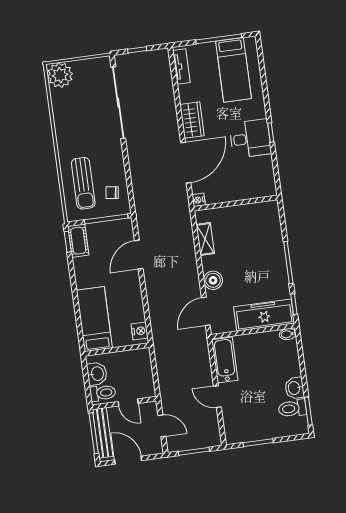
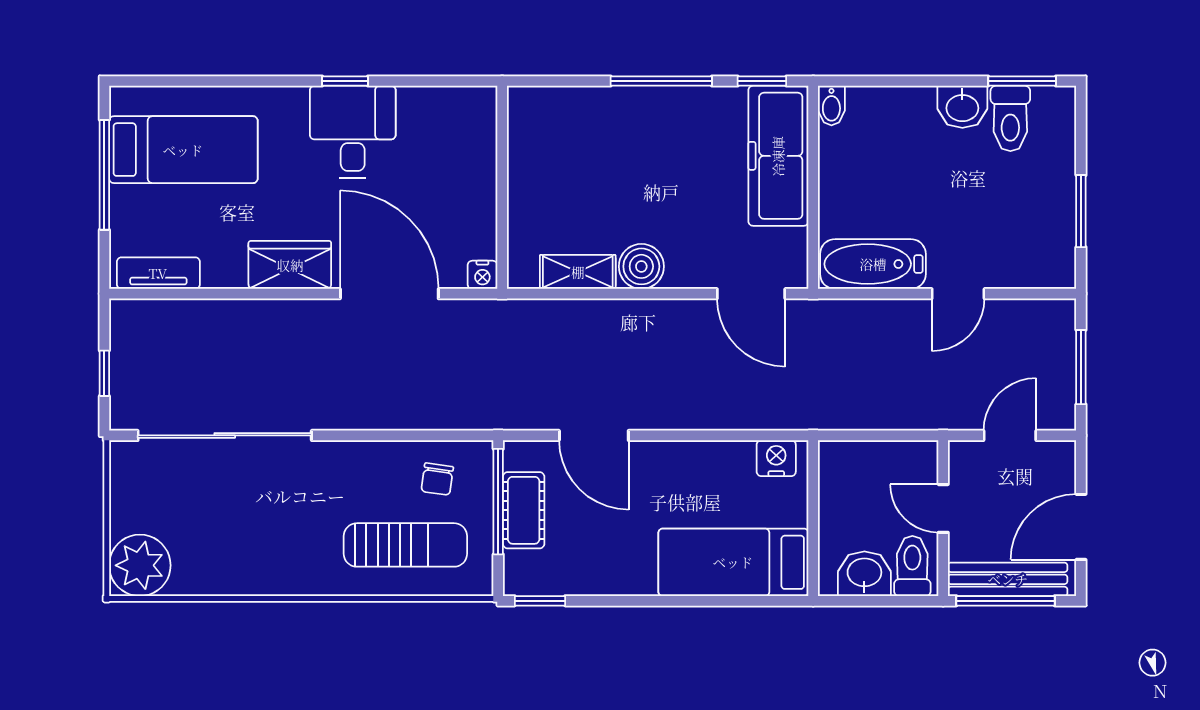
cot: (78, 241) -> (524, 510), moved, turned 90
boiler: (213, 280) -> (641, 266), moved
door: (128, 402) -> (943, 508), swing flipped

